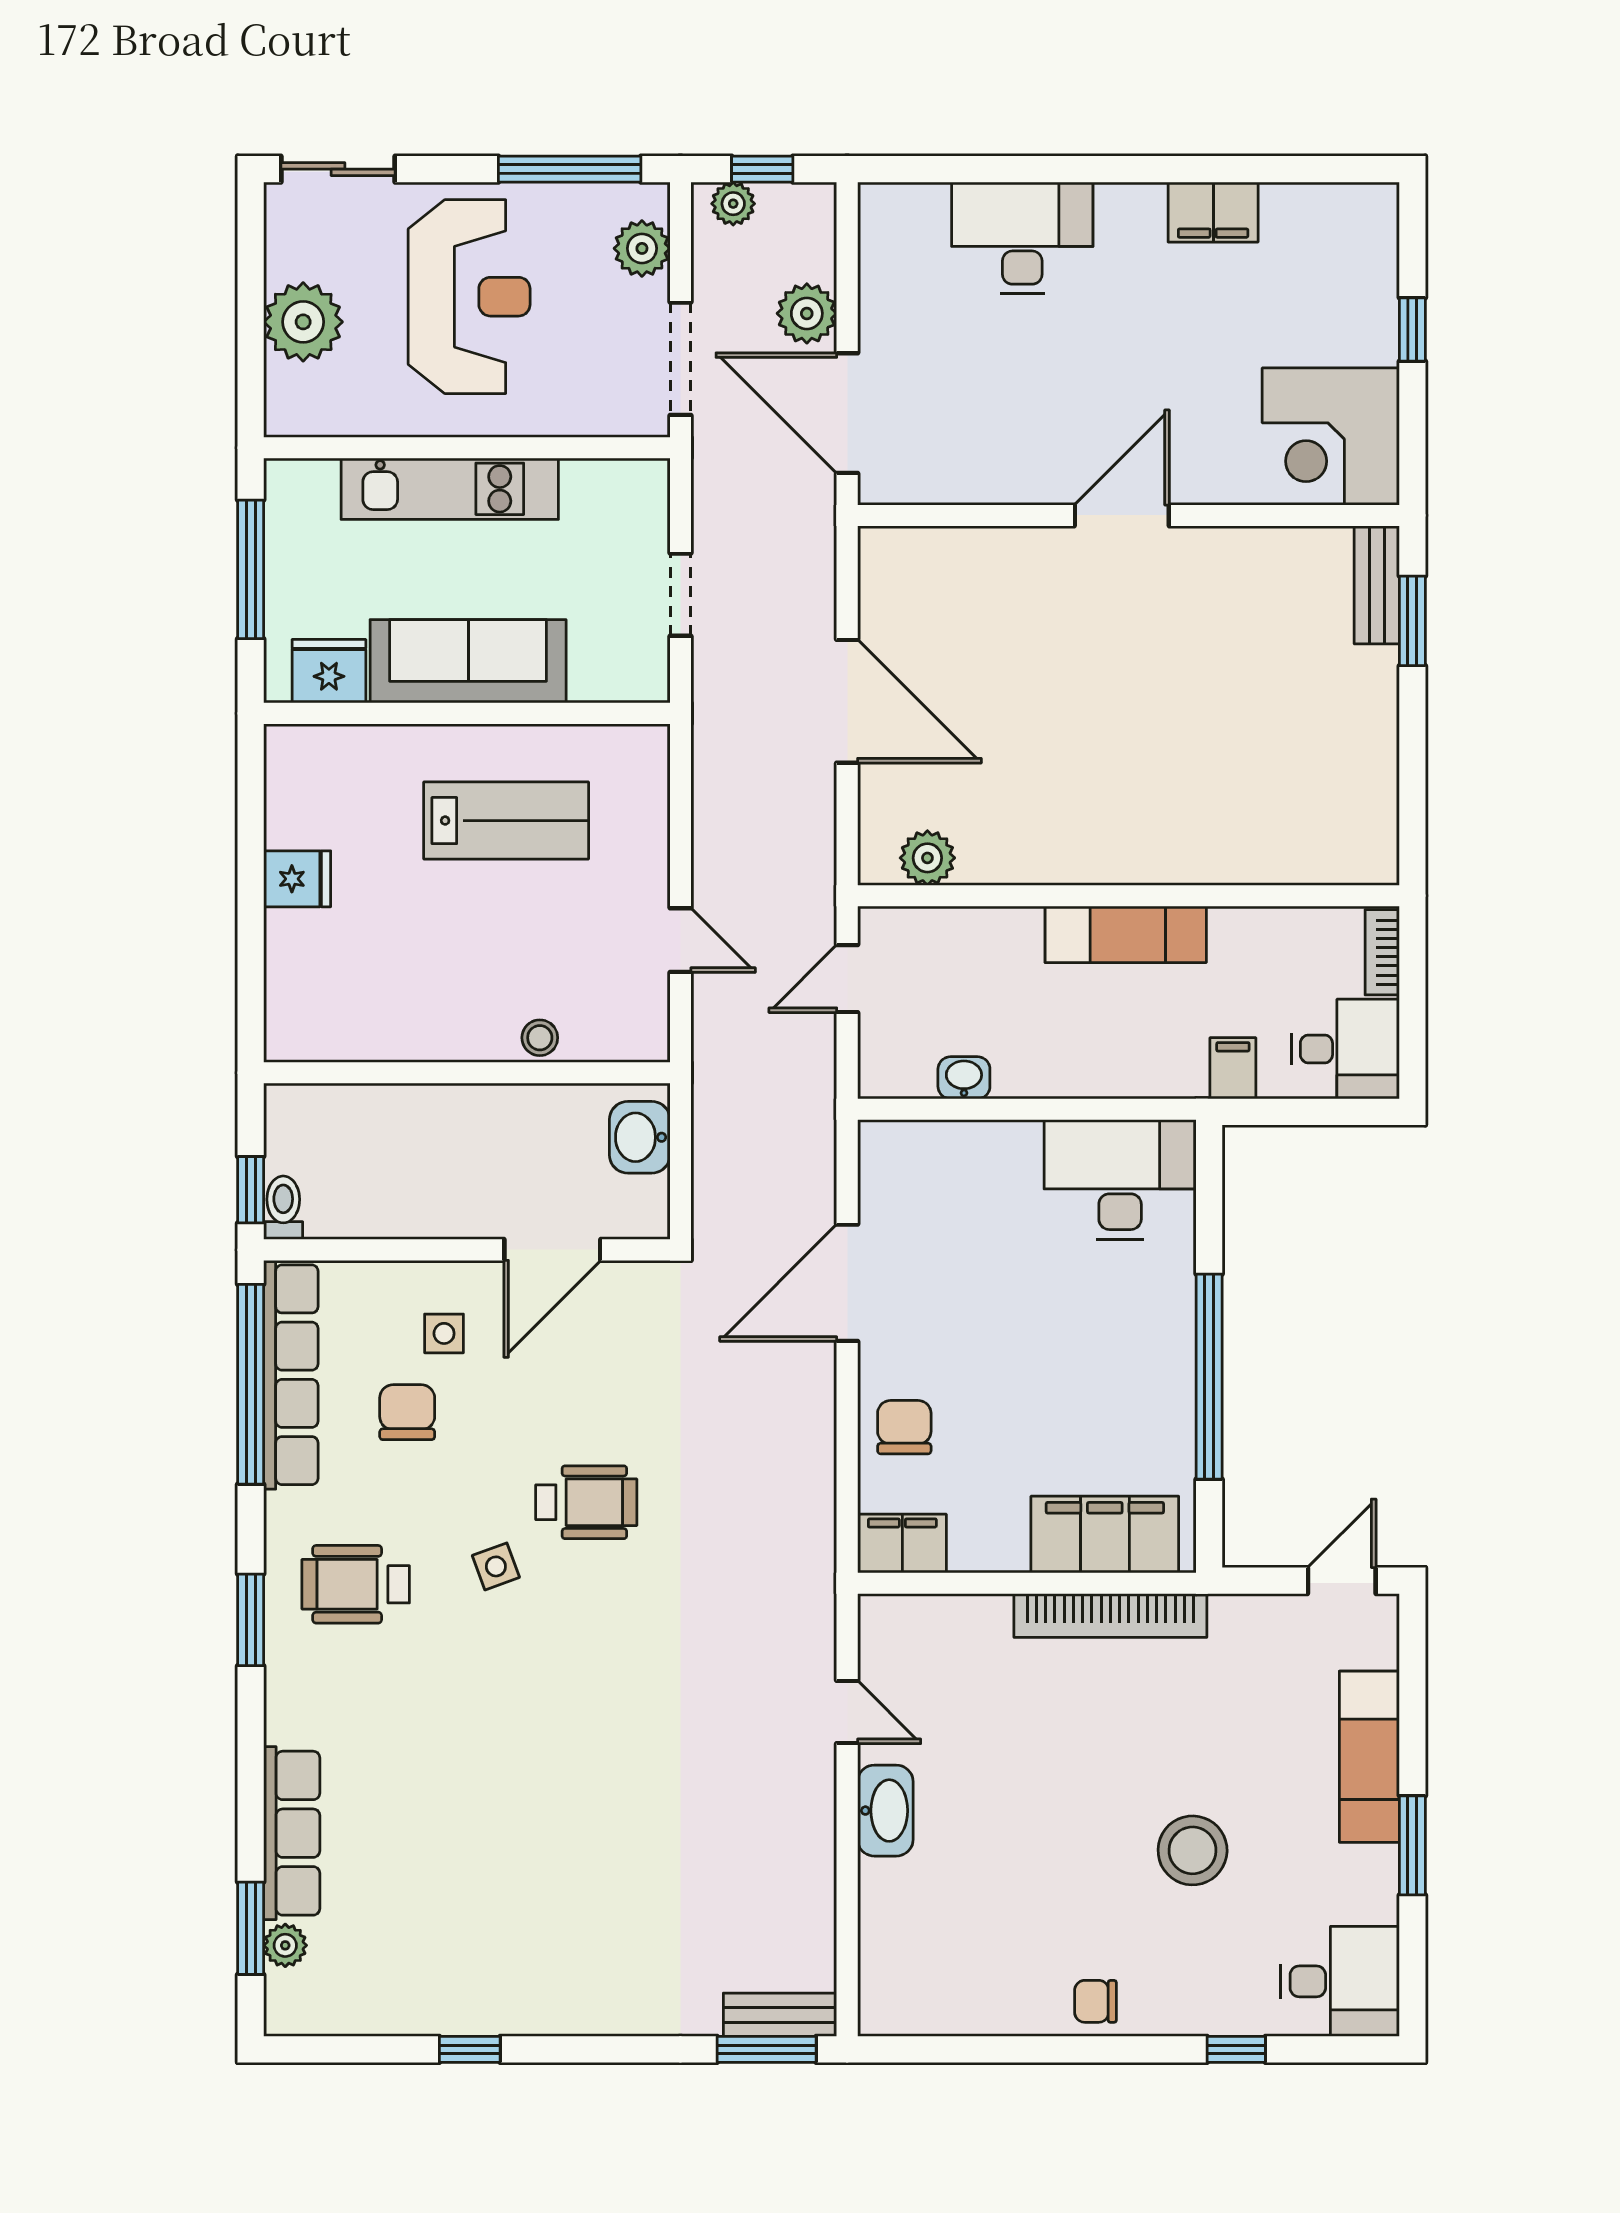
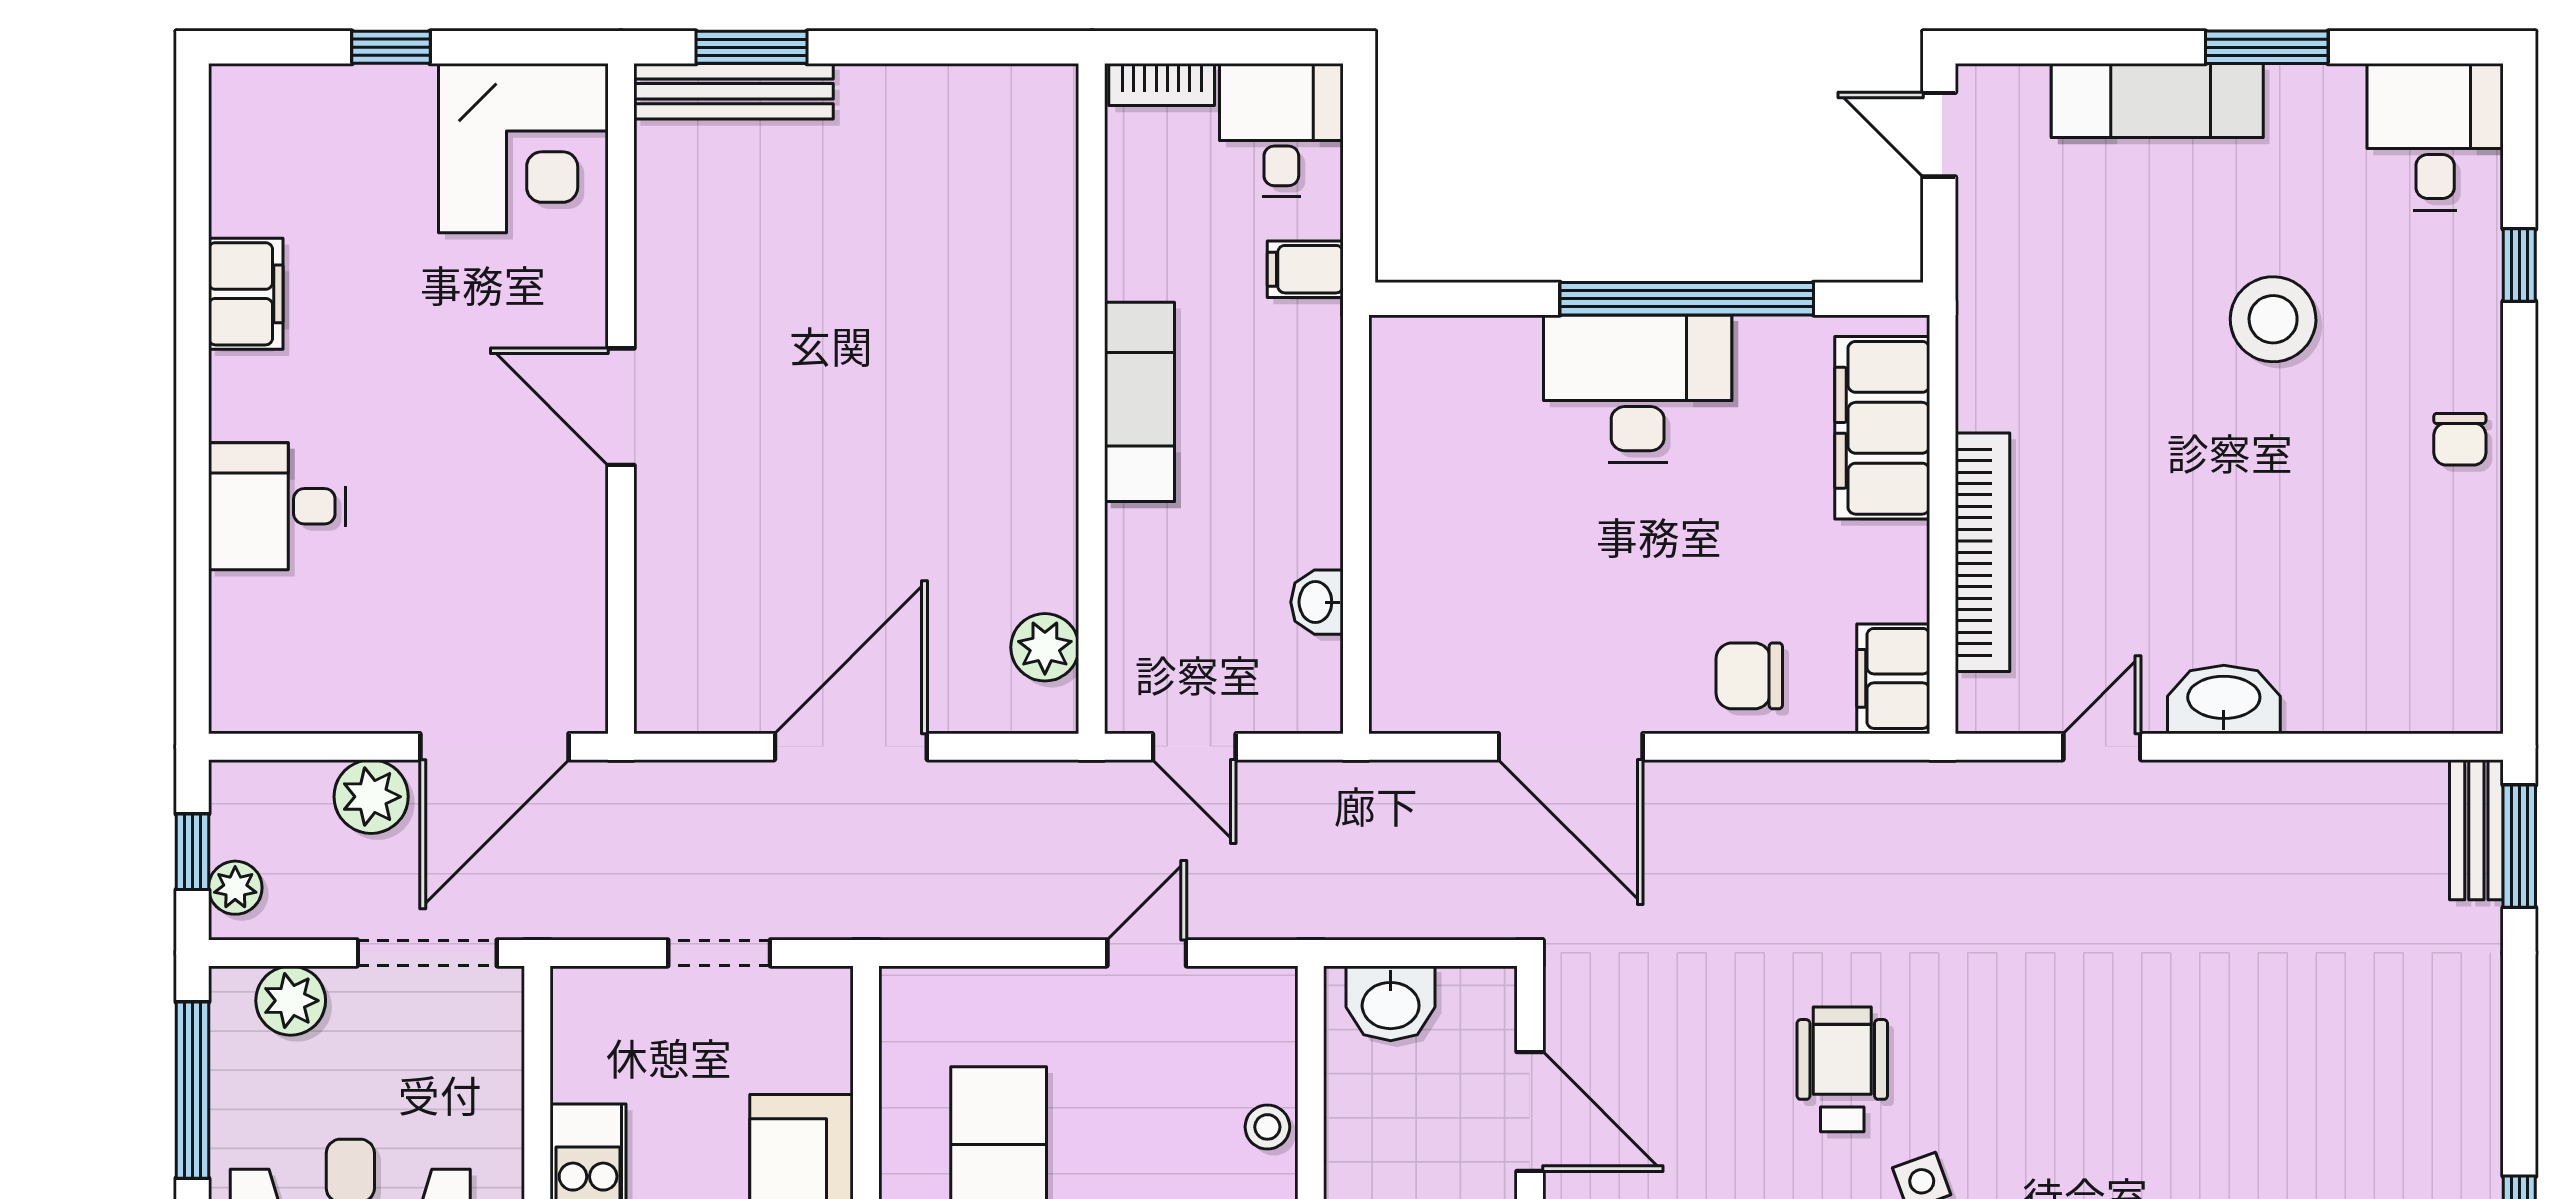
desk: (1022, 238) -> (277, 506), width x0.73
bench: (1377, 585) -> (734, 91), width x1.36
desk: (1120, 1179) -> (1638, 389), moved, turned 90
bookcase: (1110, 1616) -> (1982, 552), moved

